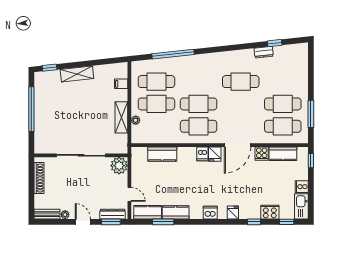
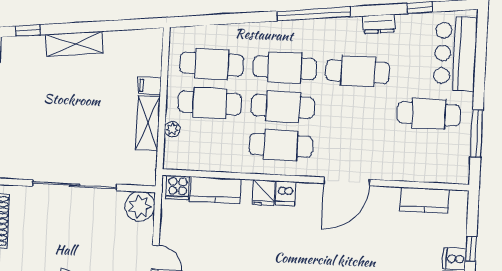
dresser: (264, 52) -> (379, 24), moved
window: (173, 54) -> (314, 14), moved
bar counter: (296, 68) -> (455, 54), added
filing cabinet: (121, 84) -> (149, 86), moved
cafe table: (283, 126) -> (285, 68), moved
fridge: (215, 154) -> (264, 193), moved
cooker: (262, 154) -> (178, 188), moved
window: (311, 161) -> (471, 249), moved

